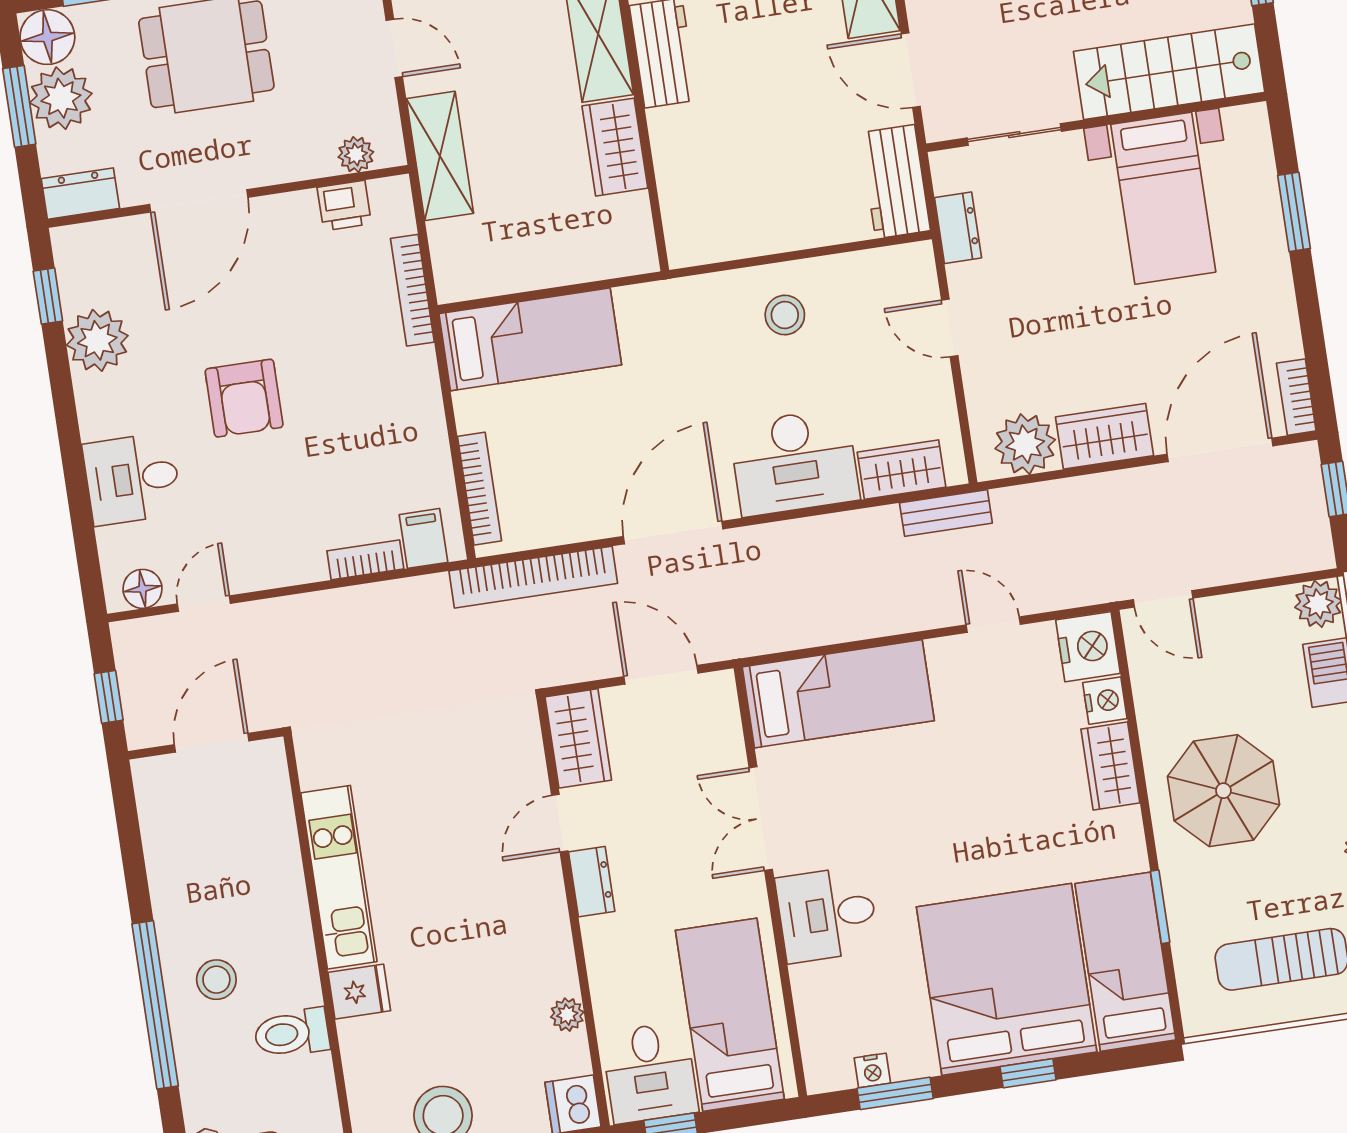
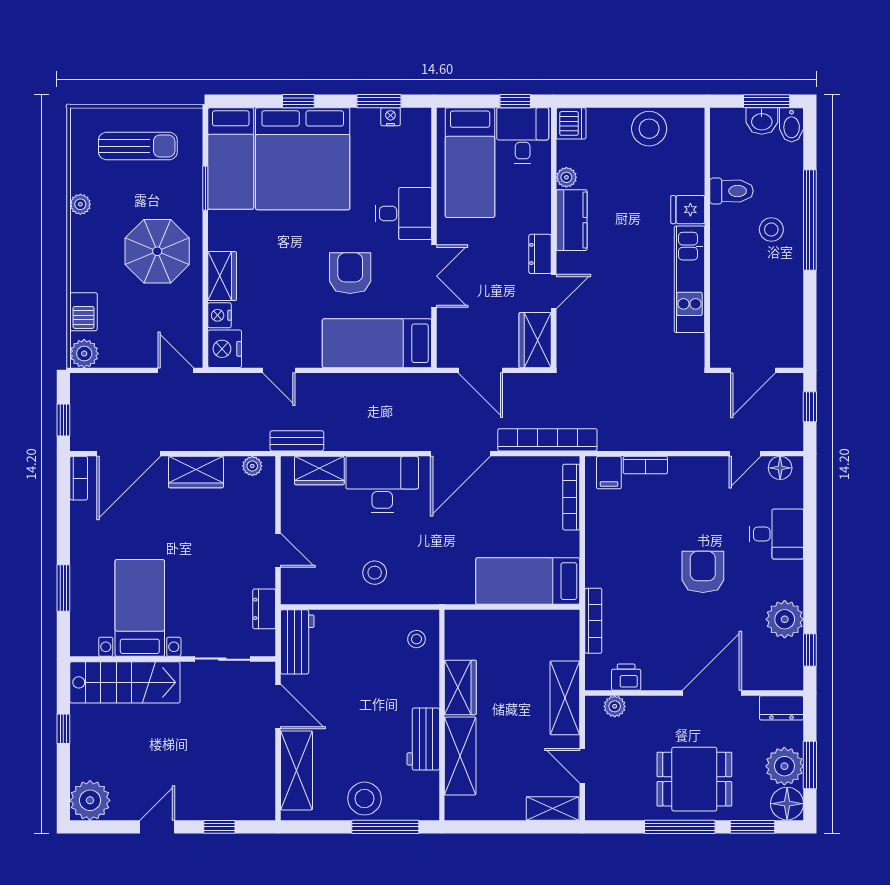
stool: (699, 216) -> (416, 639), added
plant: (1025, 444) -> (252, 466), width x0.53, depth x0.53
armchair: (900, 803) -> (350, 273), added
kitchen counter: (548, 945) -> (572, 220), added

